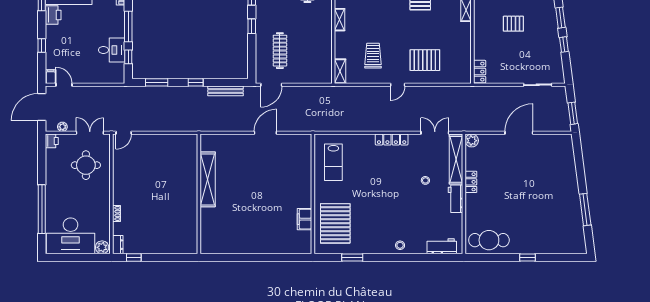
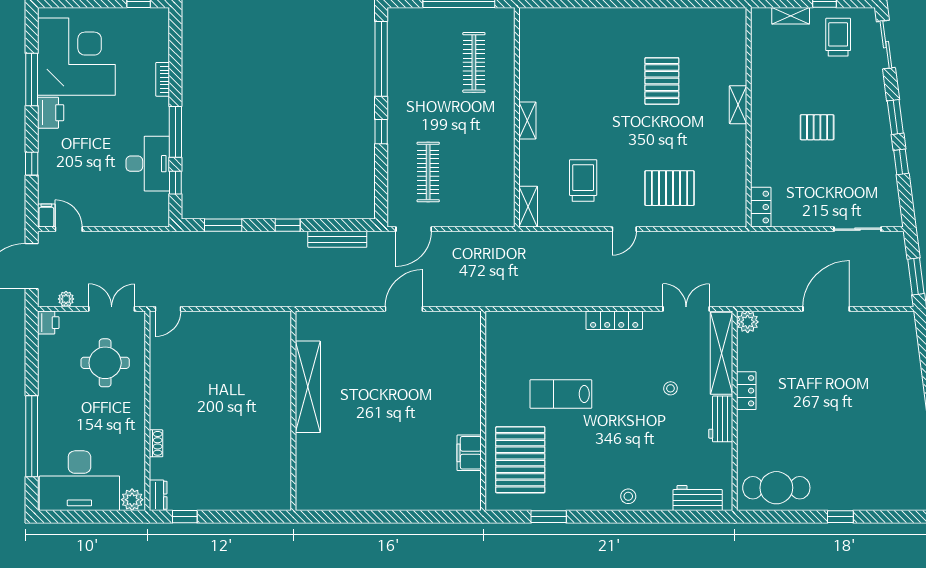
desk: (112, 50) -> (148, 164), width x1.37
lab bench: (333, 162) -> (561, 394), moved, turned 90

